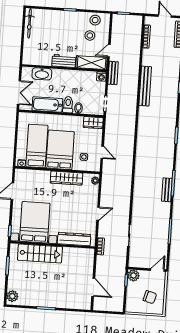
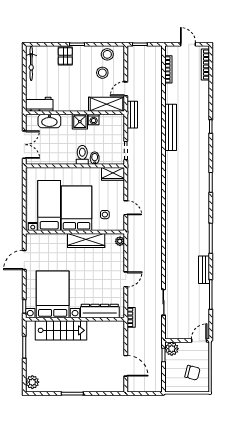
pallet: (59, 19) -> (65, 56), added
workbench: (64, 61) -> (39, 104), moved
shower: (68, 76) -> (80, 122), added
washing machine: (101, 76) -> (94, 120), moved
bathtub: (47, 104) -> (58, 156), removed
bench: (167, 190) -> (204, 270), moved

